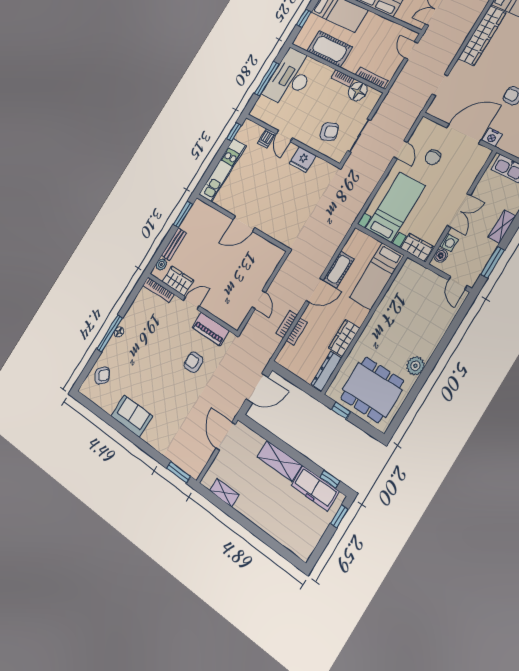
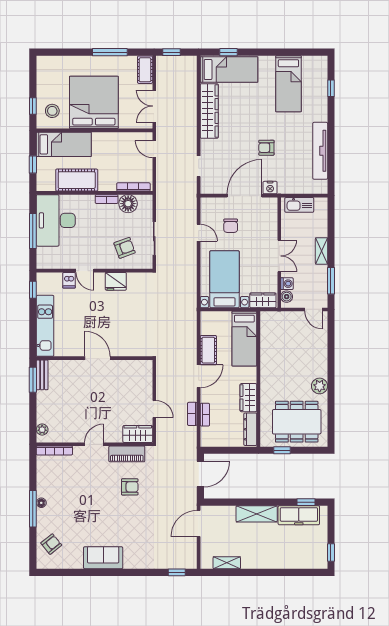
door: (244, 224) -> (97, 358), swing flipped
bench: (174, 244) -> (42, 375), moved
wardrobe: (178, 281) -> (138, 434), moved
armchair: (193, 362) -> (130, 487), turned 180
door: (226, 436) -> (199, 523), hinge flipped
window: (179, 472) -> (177, 572), width x0.67
window: (339, 516) -> (331, 553), moved

